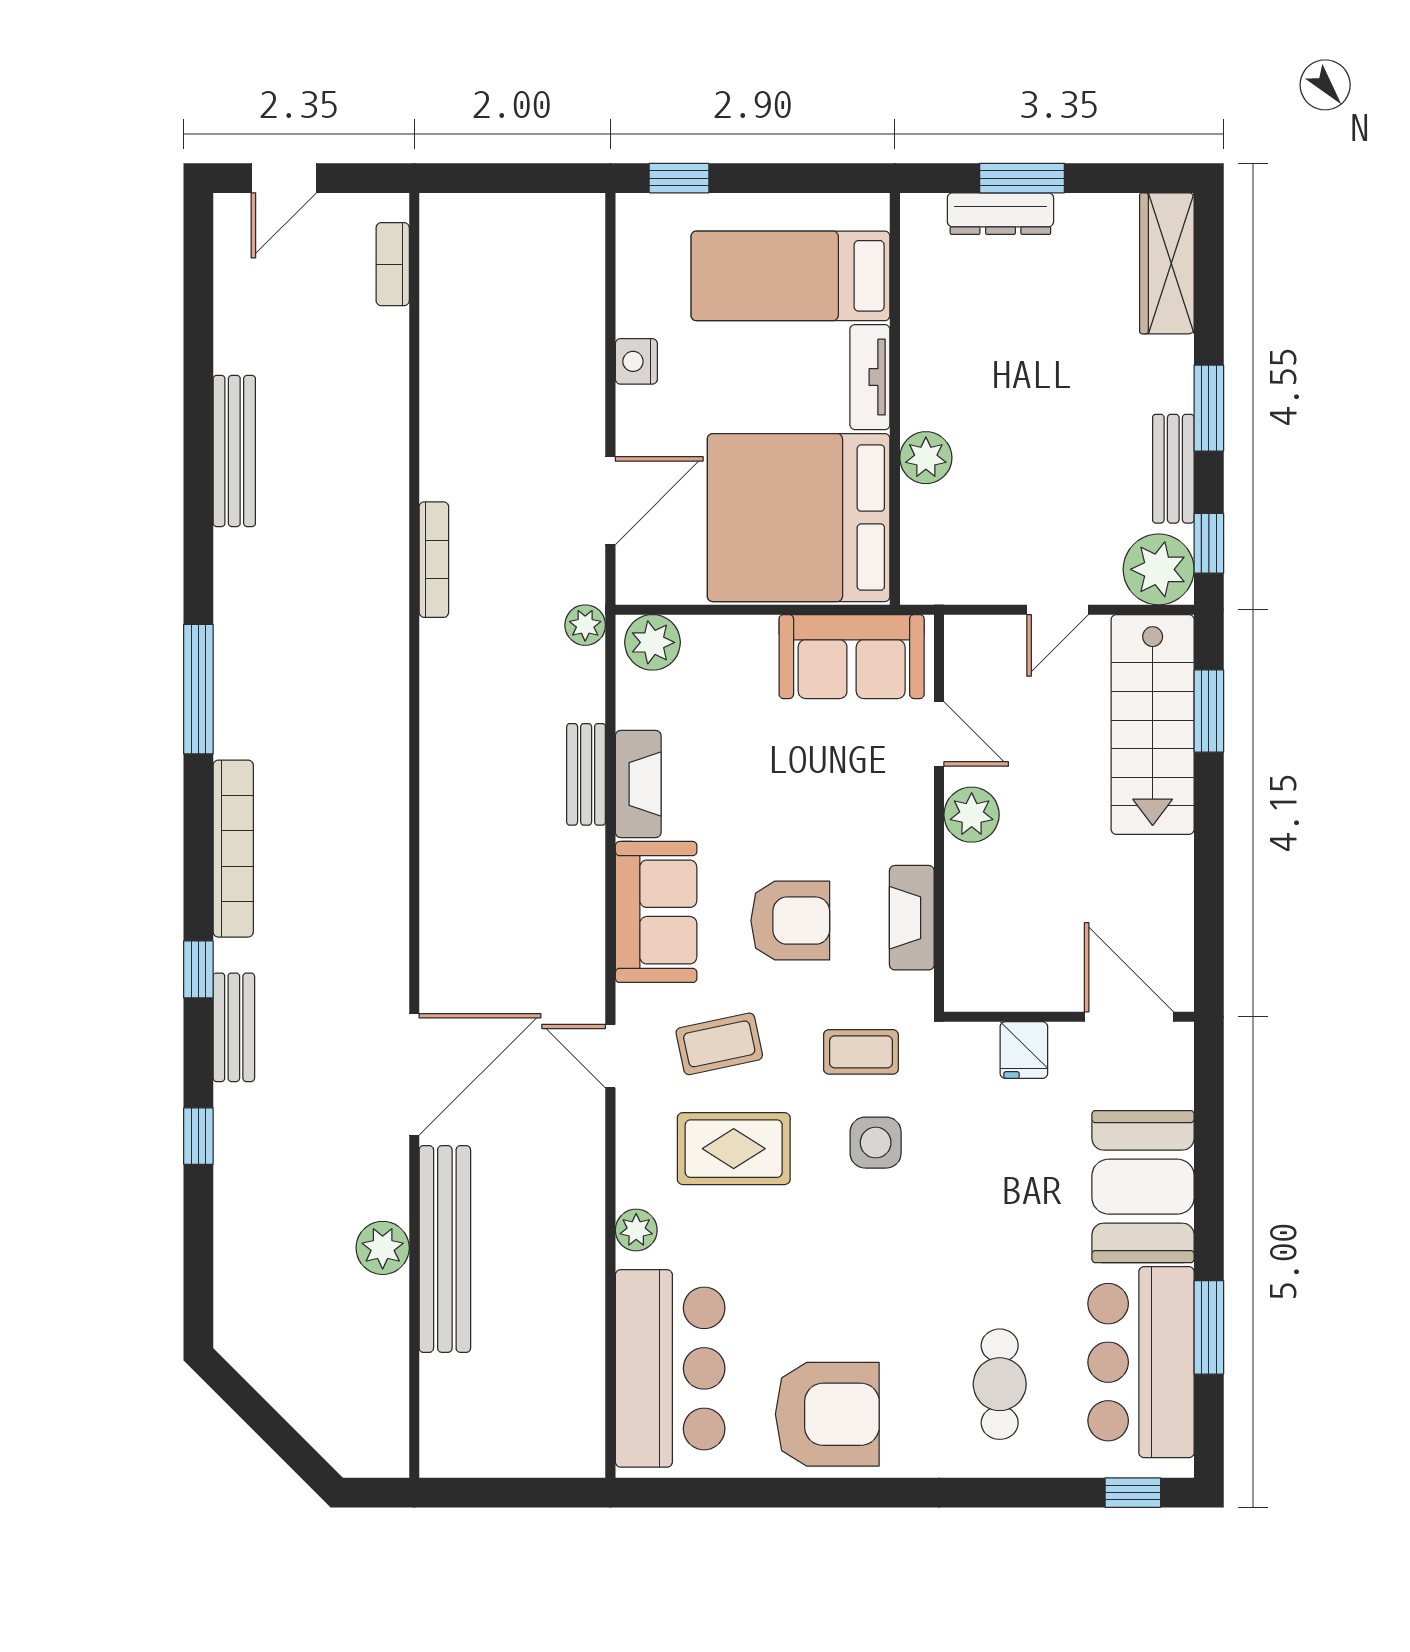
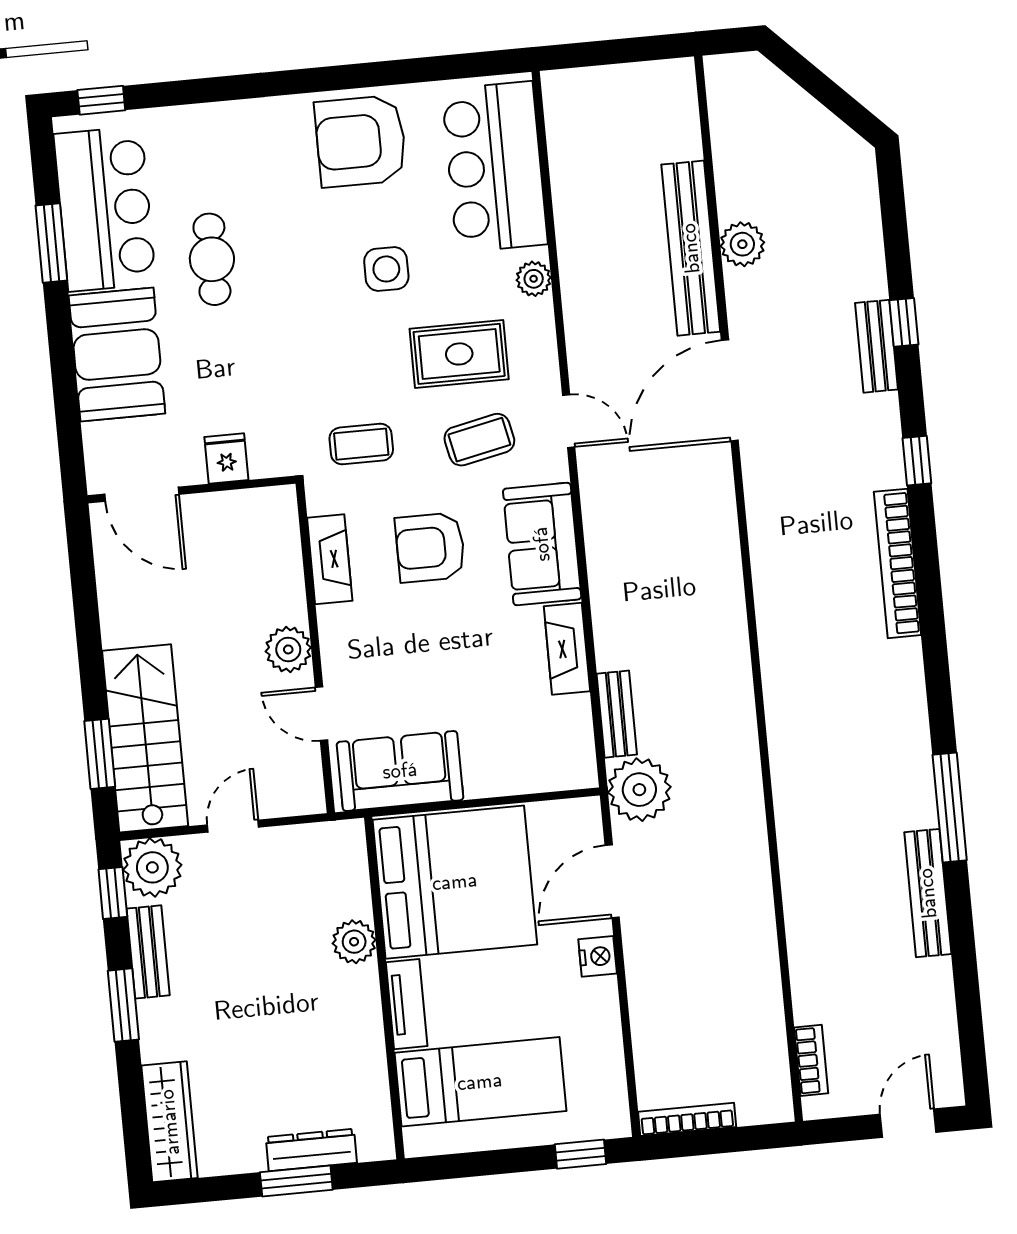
nightstand: (636, 361) -> (598, 956), moved
bookcase: (434, 560) -> (687, 1119), moved, turned 90
plant: (585, 625) -> (639, 790), width x1.88, depth x1.88
plant: (653, 642) -> (566, 767), removed
window: (198, 689) -> (950, 808), moved
bench: (586, 774) -> (617, 714), moved
bench: (234, 1027) -> (876, 346), moved
side table: (876, 1143) -> (386, 269), moved
cafe table: (1000, 1384) -> (212, 259), moved

